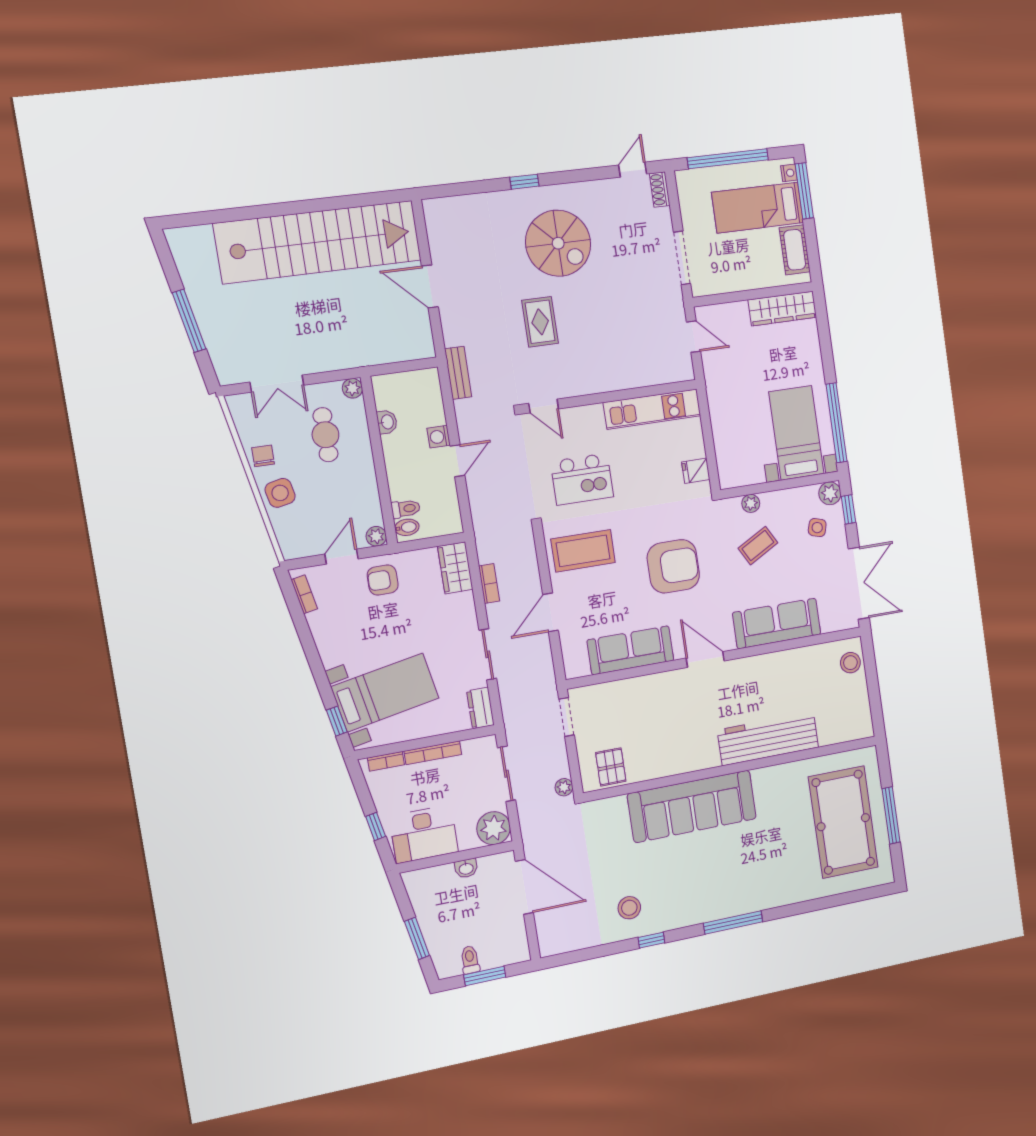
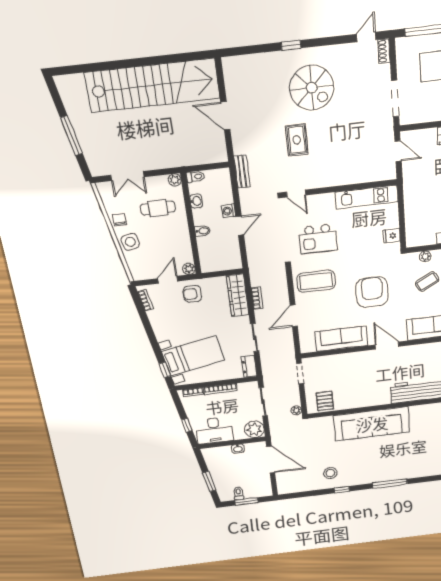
cafe table: (325, 435) -> (158, 208), turned 90
toilet: (406, 509) -> (196, 177), moved
bidet: (407, 527) -> (203, 231), moved
armchair: (673, 566) -> (372, 292), turned -90
wardrobe: (455, 568) -> (238, 295), width x1.50

